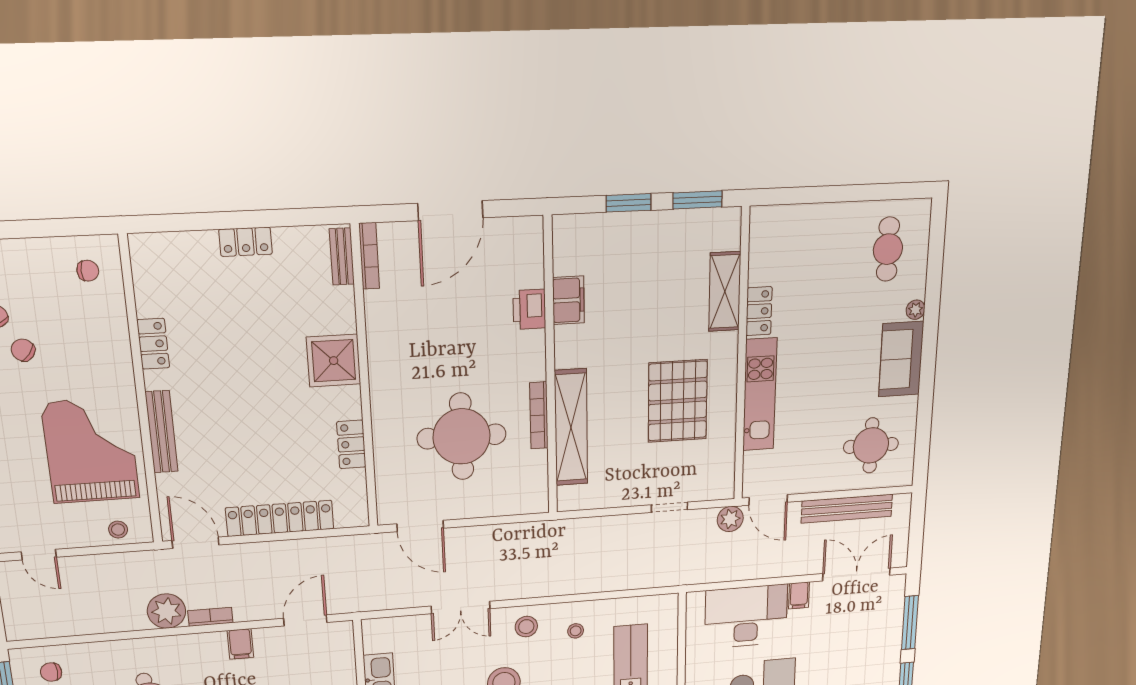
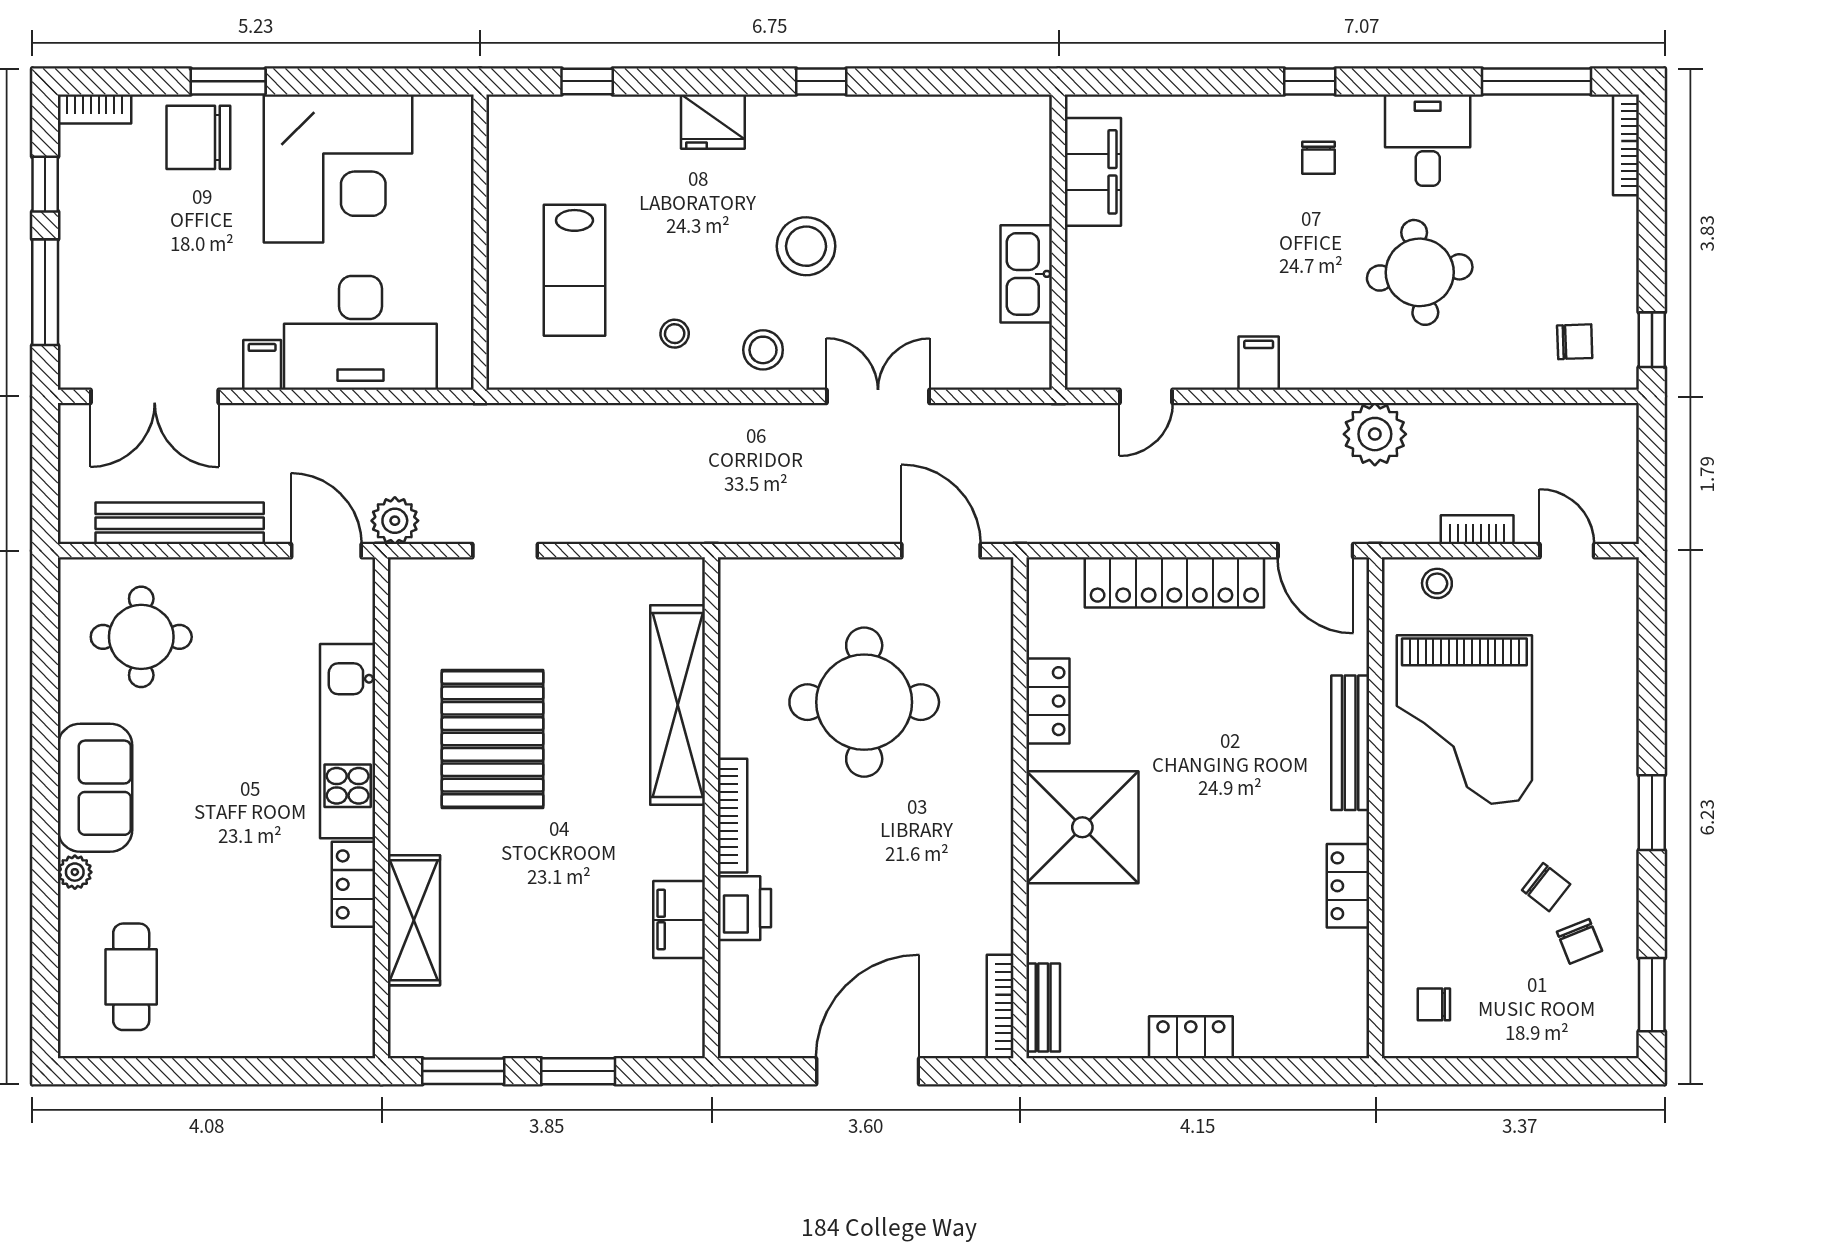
shower: (334, 361) -> (1082, 827), width x1.37, depth x1.37
bookcase: (539, 415) -> (732, 816), moved
bookcase: (210, 617) -> (1477, 530), moved, turned 180
door: (305, 620) -> (1146, 396), width x0.73

